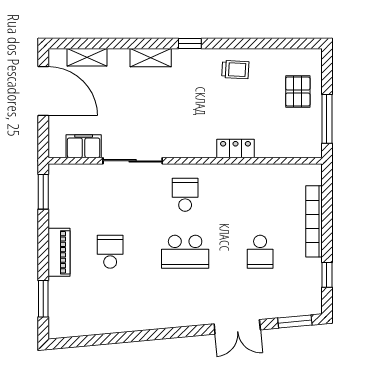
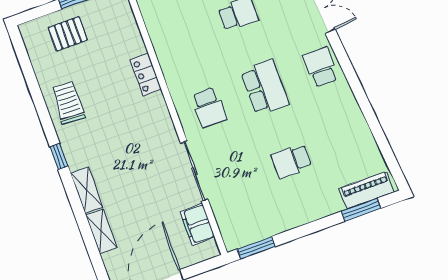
shelving: (87, 57) -> (101, 231), moved
trolley: (235, 70) -> (68, 103), width x1.36, depth x1.39
school desk: (185, 195) -> (209, 108), turned -90
piano: (59, 252) -> (367, 190), moved
school desk: (185, 309) -> (321, 67), added

